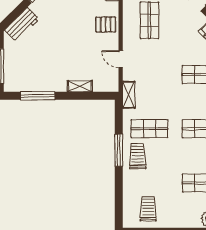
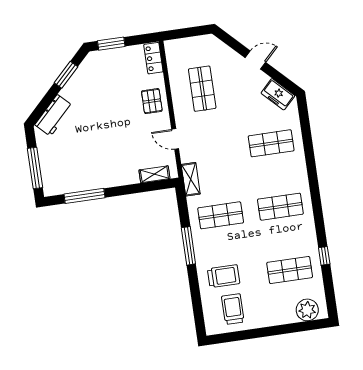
pallet: (106, 25) -> (152, 101), turned 90
shelving: (80, 86) -> (154, 174), moved
trolley: (138, 156) -> (224, 276), moved, turned 91

